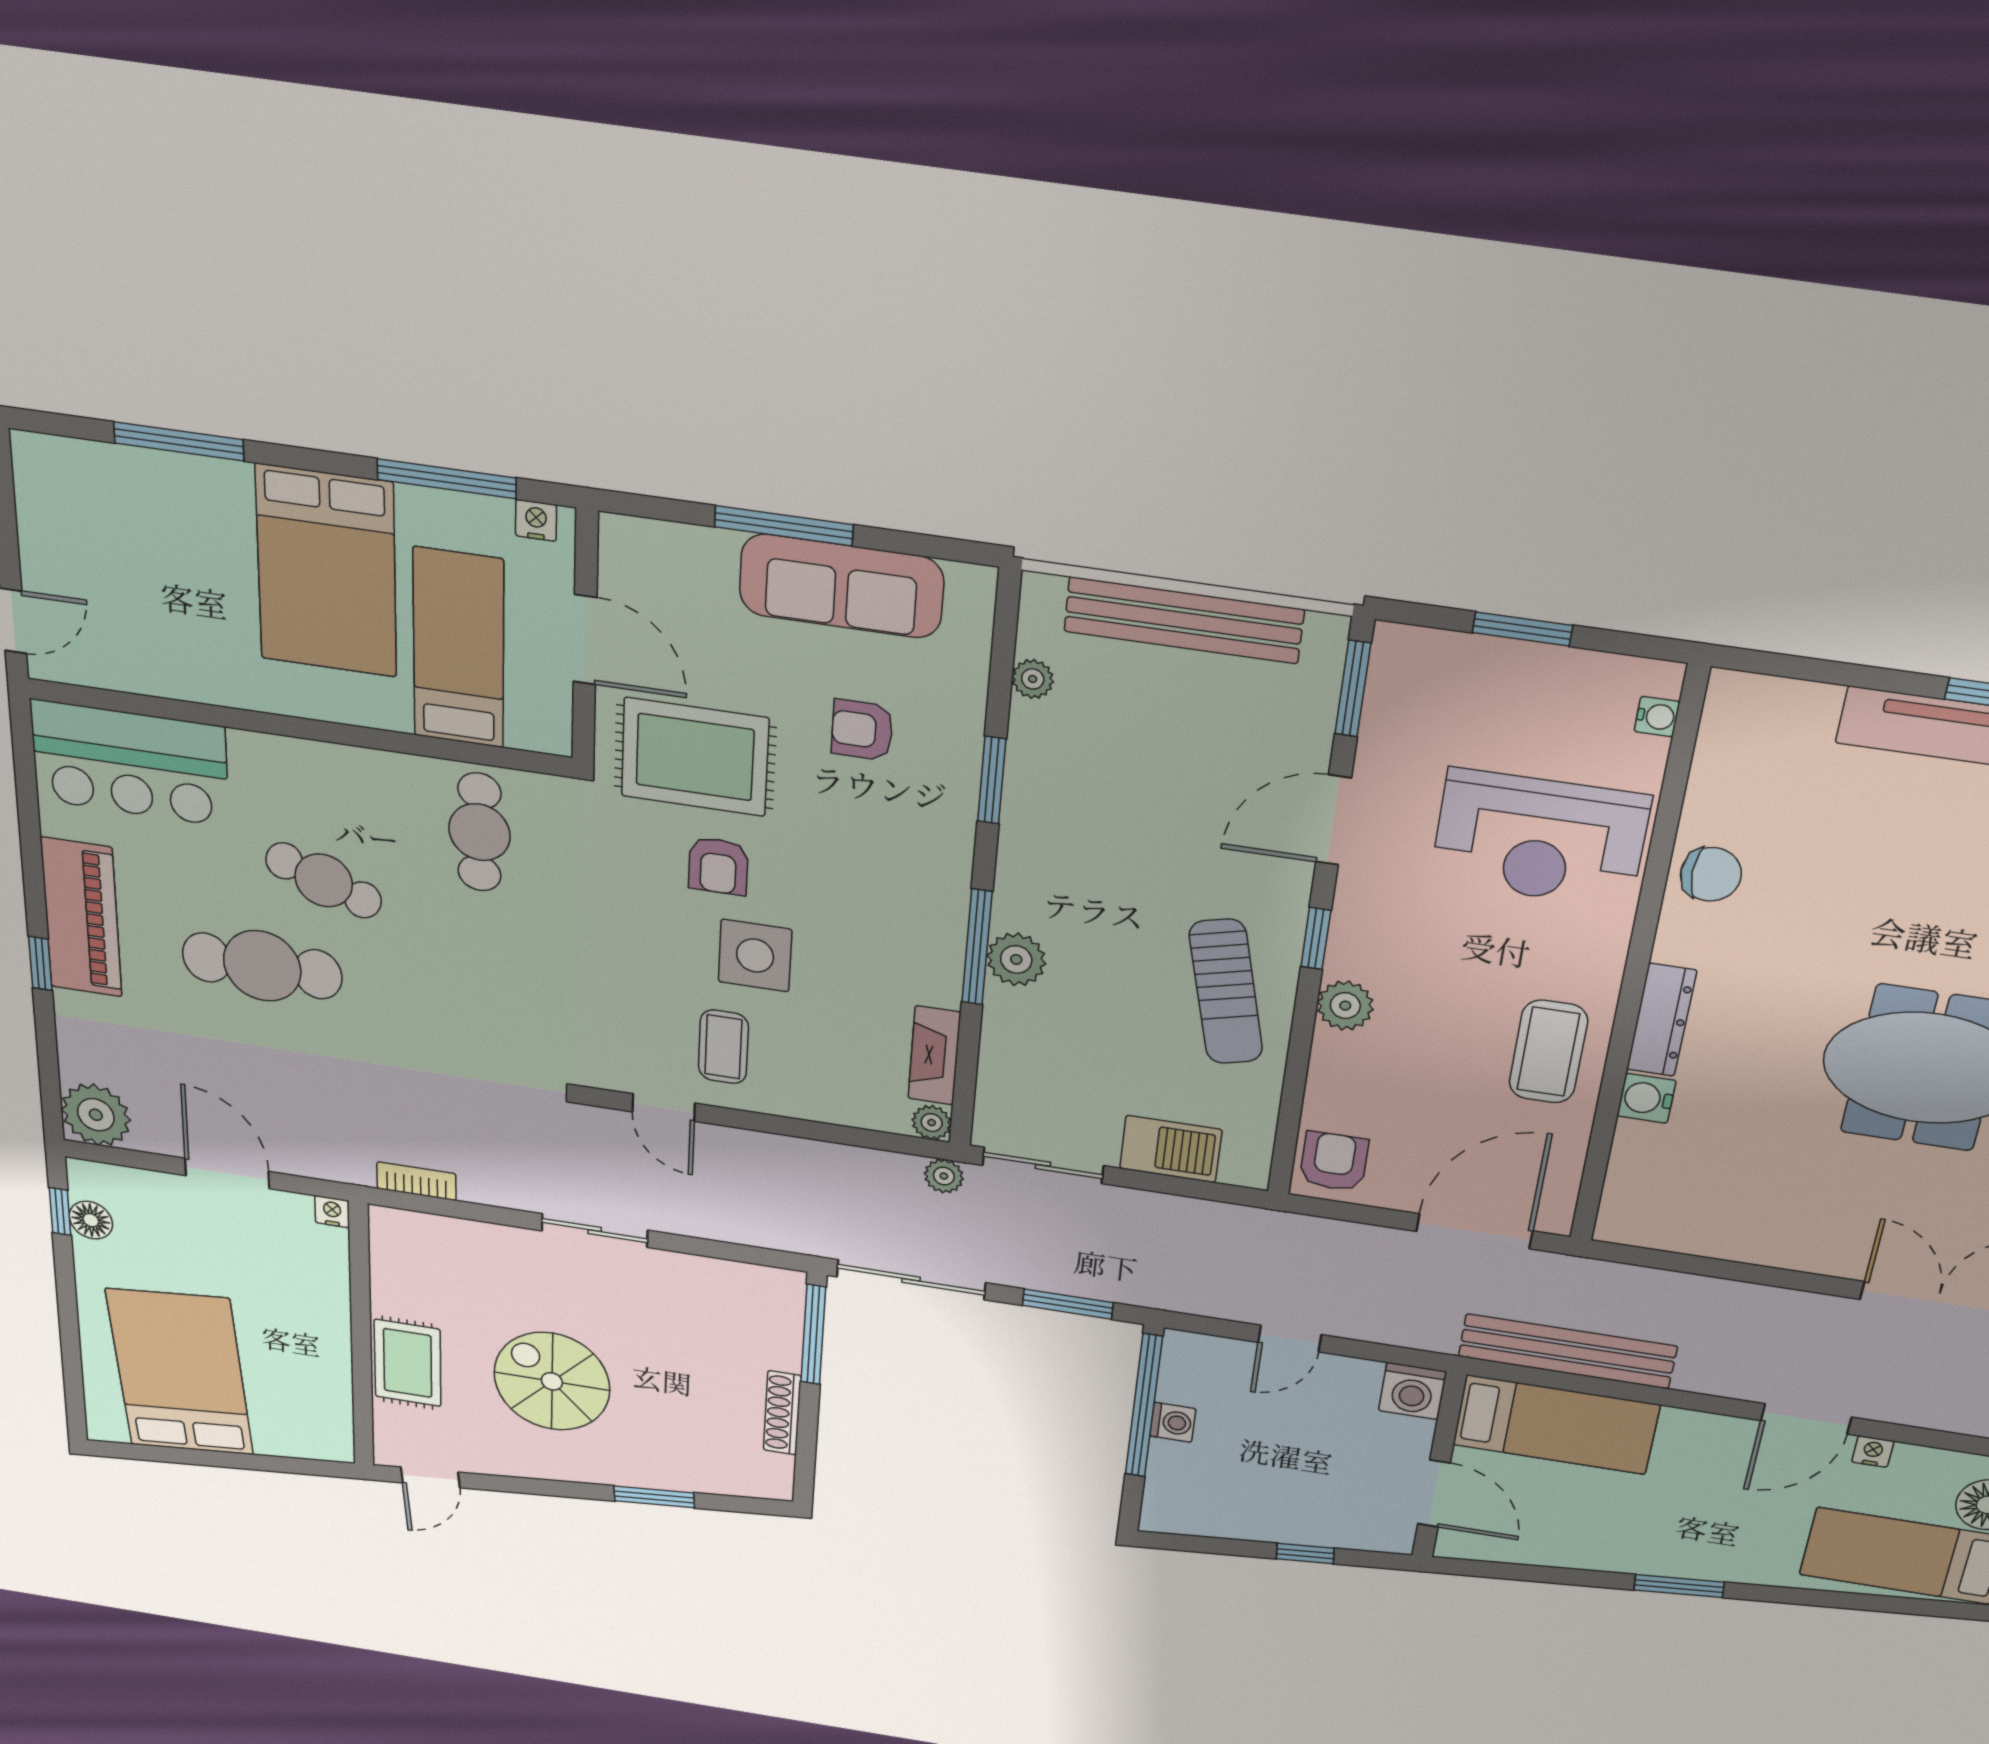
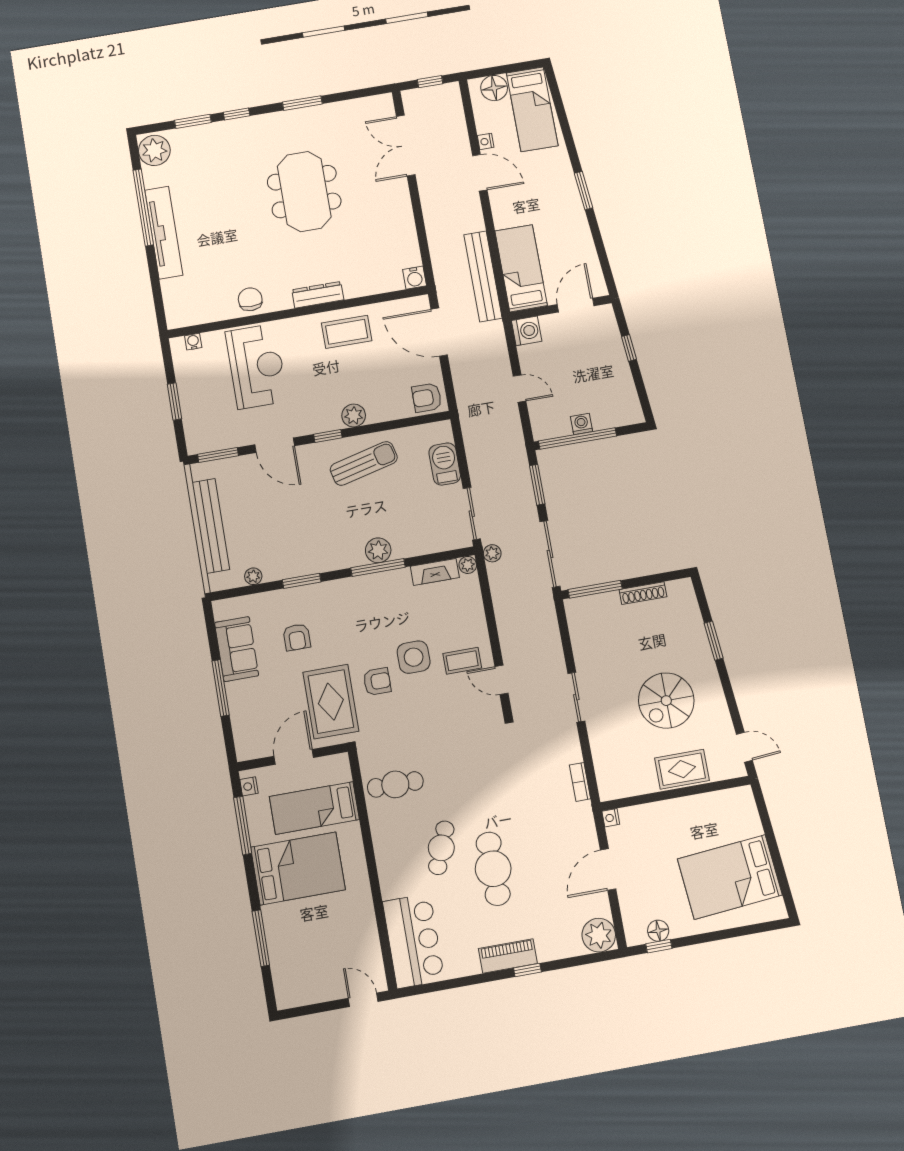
sofa: (841, 586) -> (237, 649), width x0.73
piano: (81, 918) -> (508, 956), width x0.73, depth x0.75
water cooler: (1646, 1098) -> (415, 278), moved
door: (664, 1108) -> (502, 680), swing flipped

